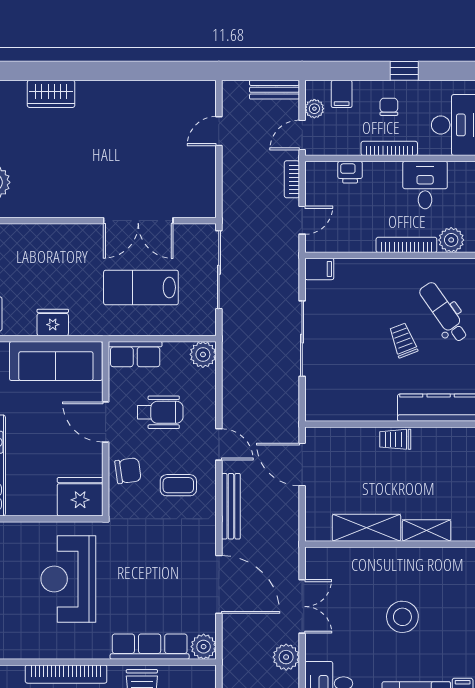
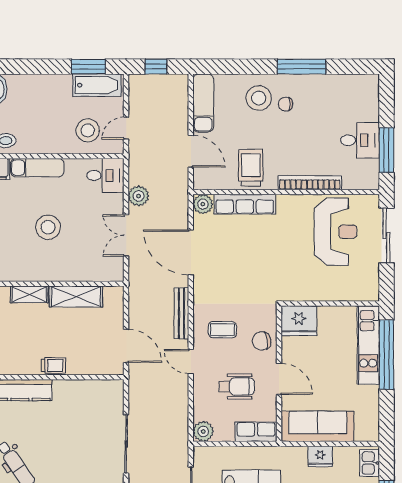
trolley: (403, 340) -> (48, 443), removed
wheelchair: (160, 412) -> (237, 387), turned 180
reception desk: (68, 579) -> (335, 232), moved

